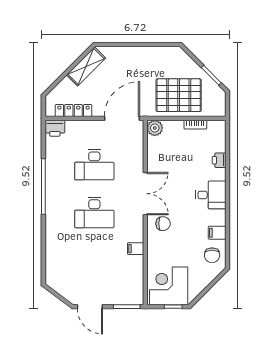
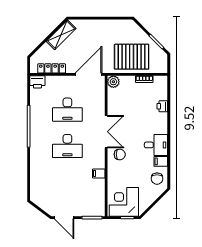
desk: (211, 195) -> (156, 145), moved

